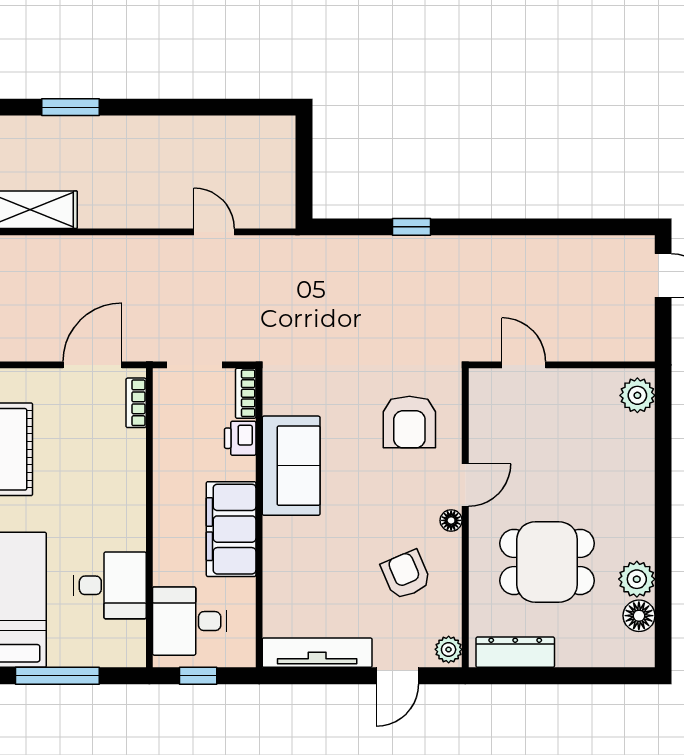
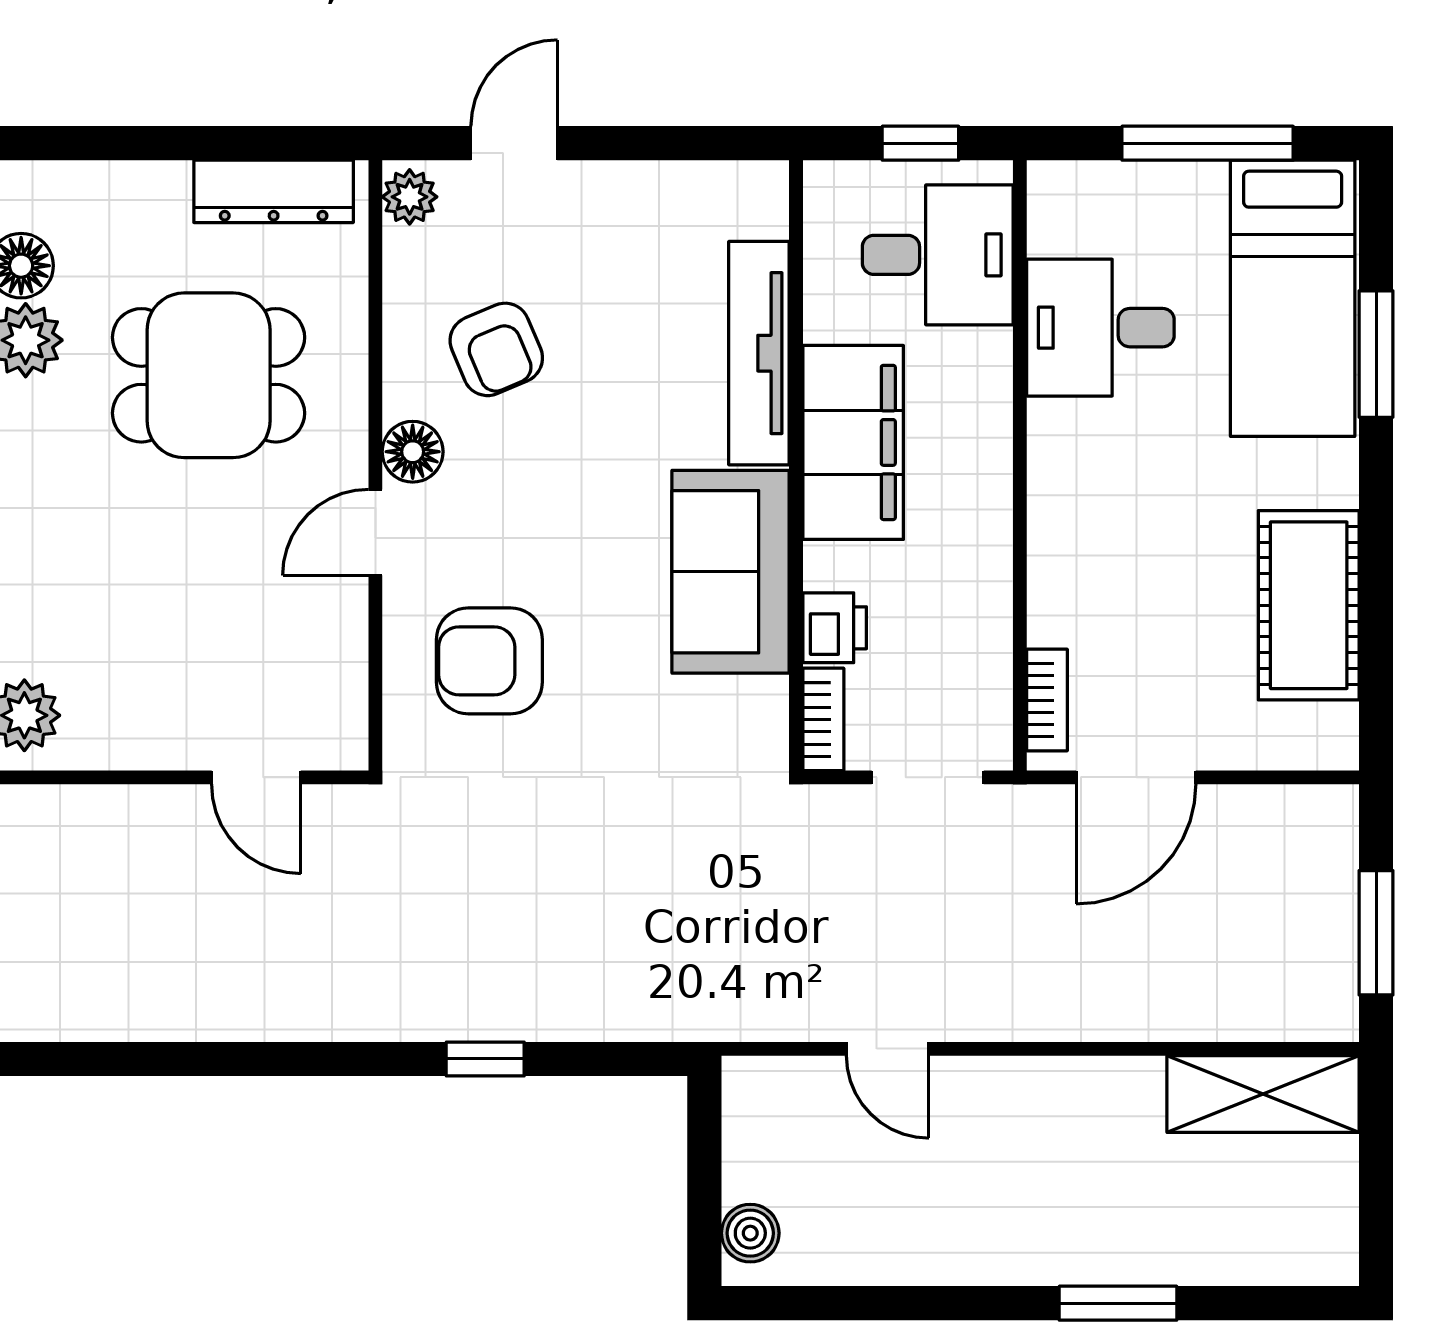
window: (71, 107) -> (1118, 1303), moved
boiler: (282, 141) -> (750, 1233), added
armchair: (409, 422) -> (489, 661), turned -90
floor lamp: (451, 520) -> (413, 452), width x1.37, depth x1.37
tv unit: (317, 653) -> (759, 353), moved, turned 90

